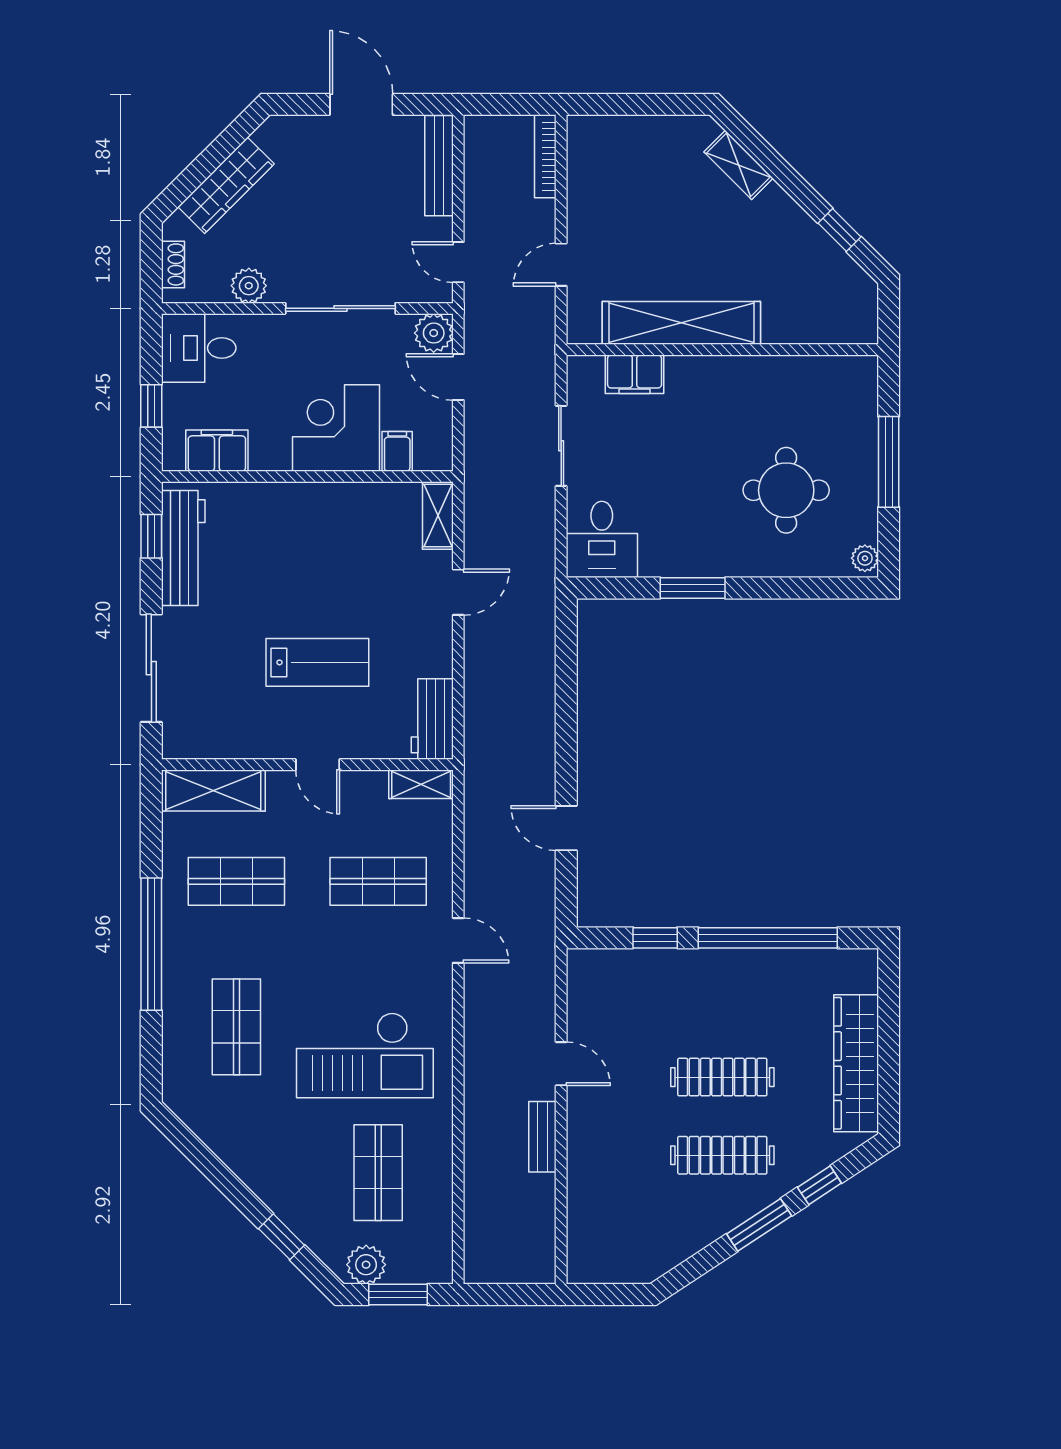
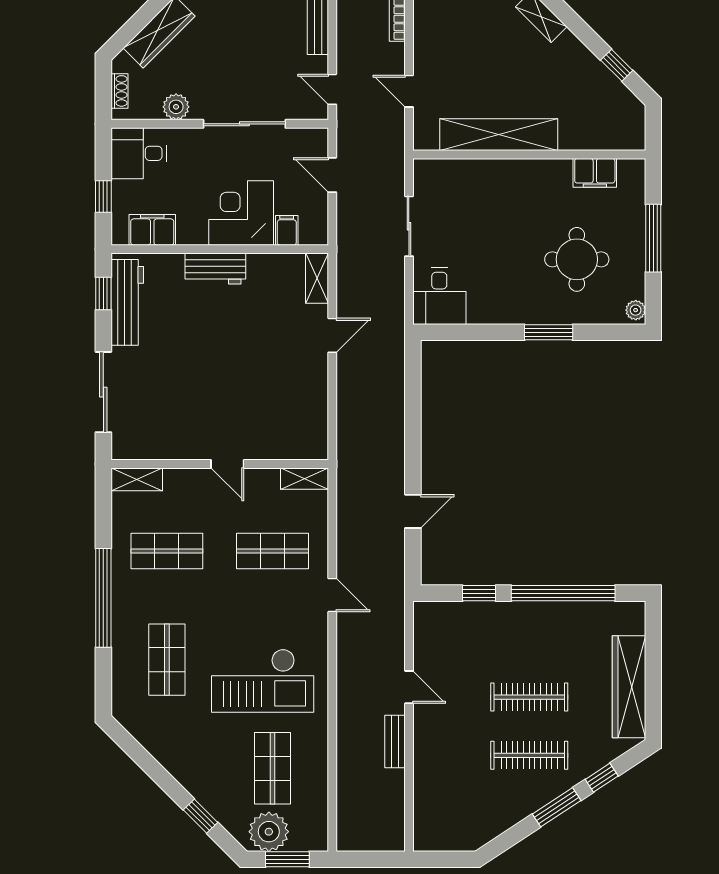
door: (561, 265) -> (409, 91), hinge flipped
plant: (434, 333) -> (314, 142), removed
filing cabinet: (635, 374) -> (595, 173), moved
window: (693, 588) -> (549, 332), moved
lab bench: (317, 662) -> (227, 388), removed
workbench: (432, 719) -> (215, 269), moved, turned -90
shelving: (213, 790) -> (137, 479), width x0.67, depth x0.75
door: (566, 828) -> (413, 511), swing flipped
plant: (366, 1265) -> (269, 832), width x1.36, depth x1.36

